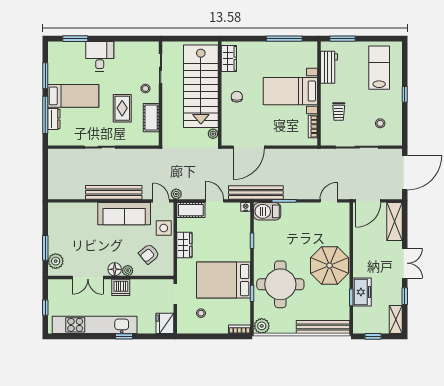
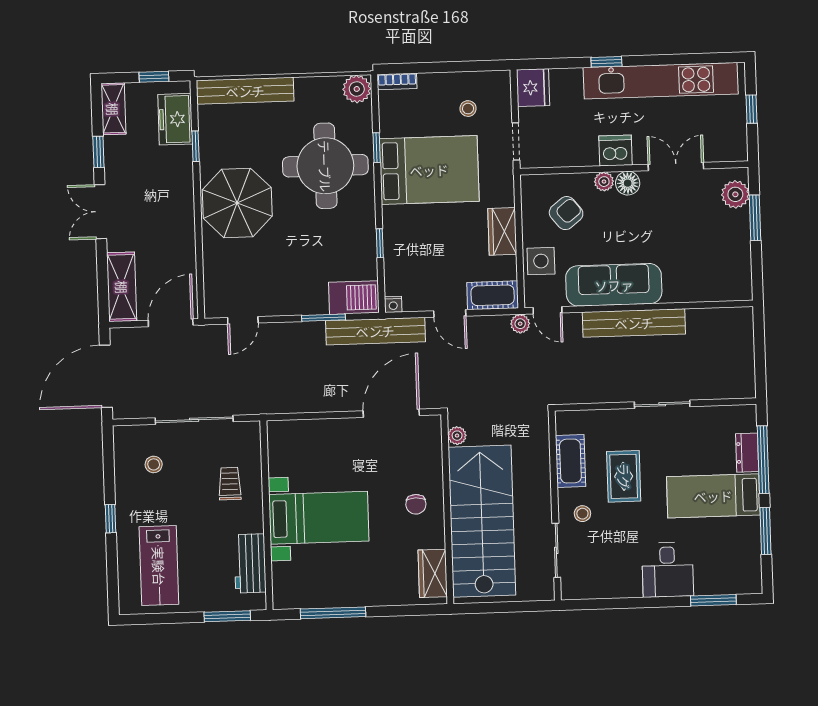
bookcase: (313, 126) -> (276, 455), removed
freezer: (362, 292) -> (175, 119), moved

